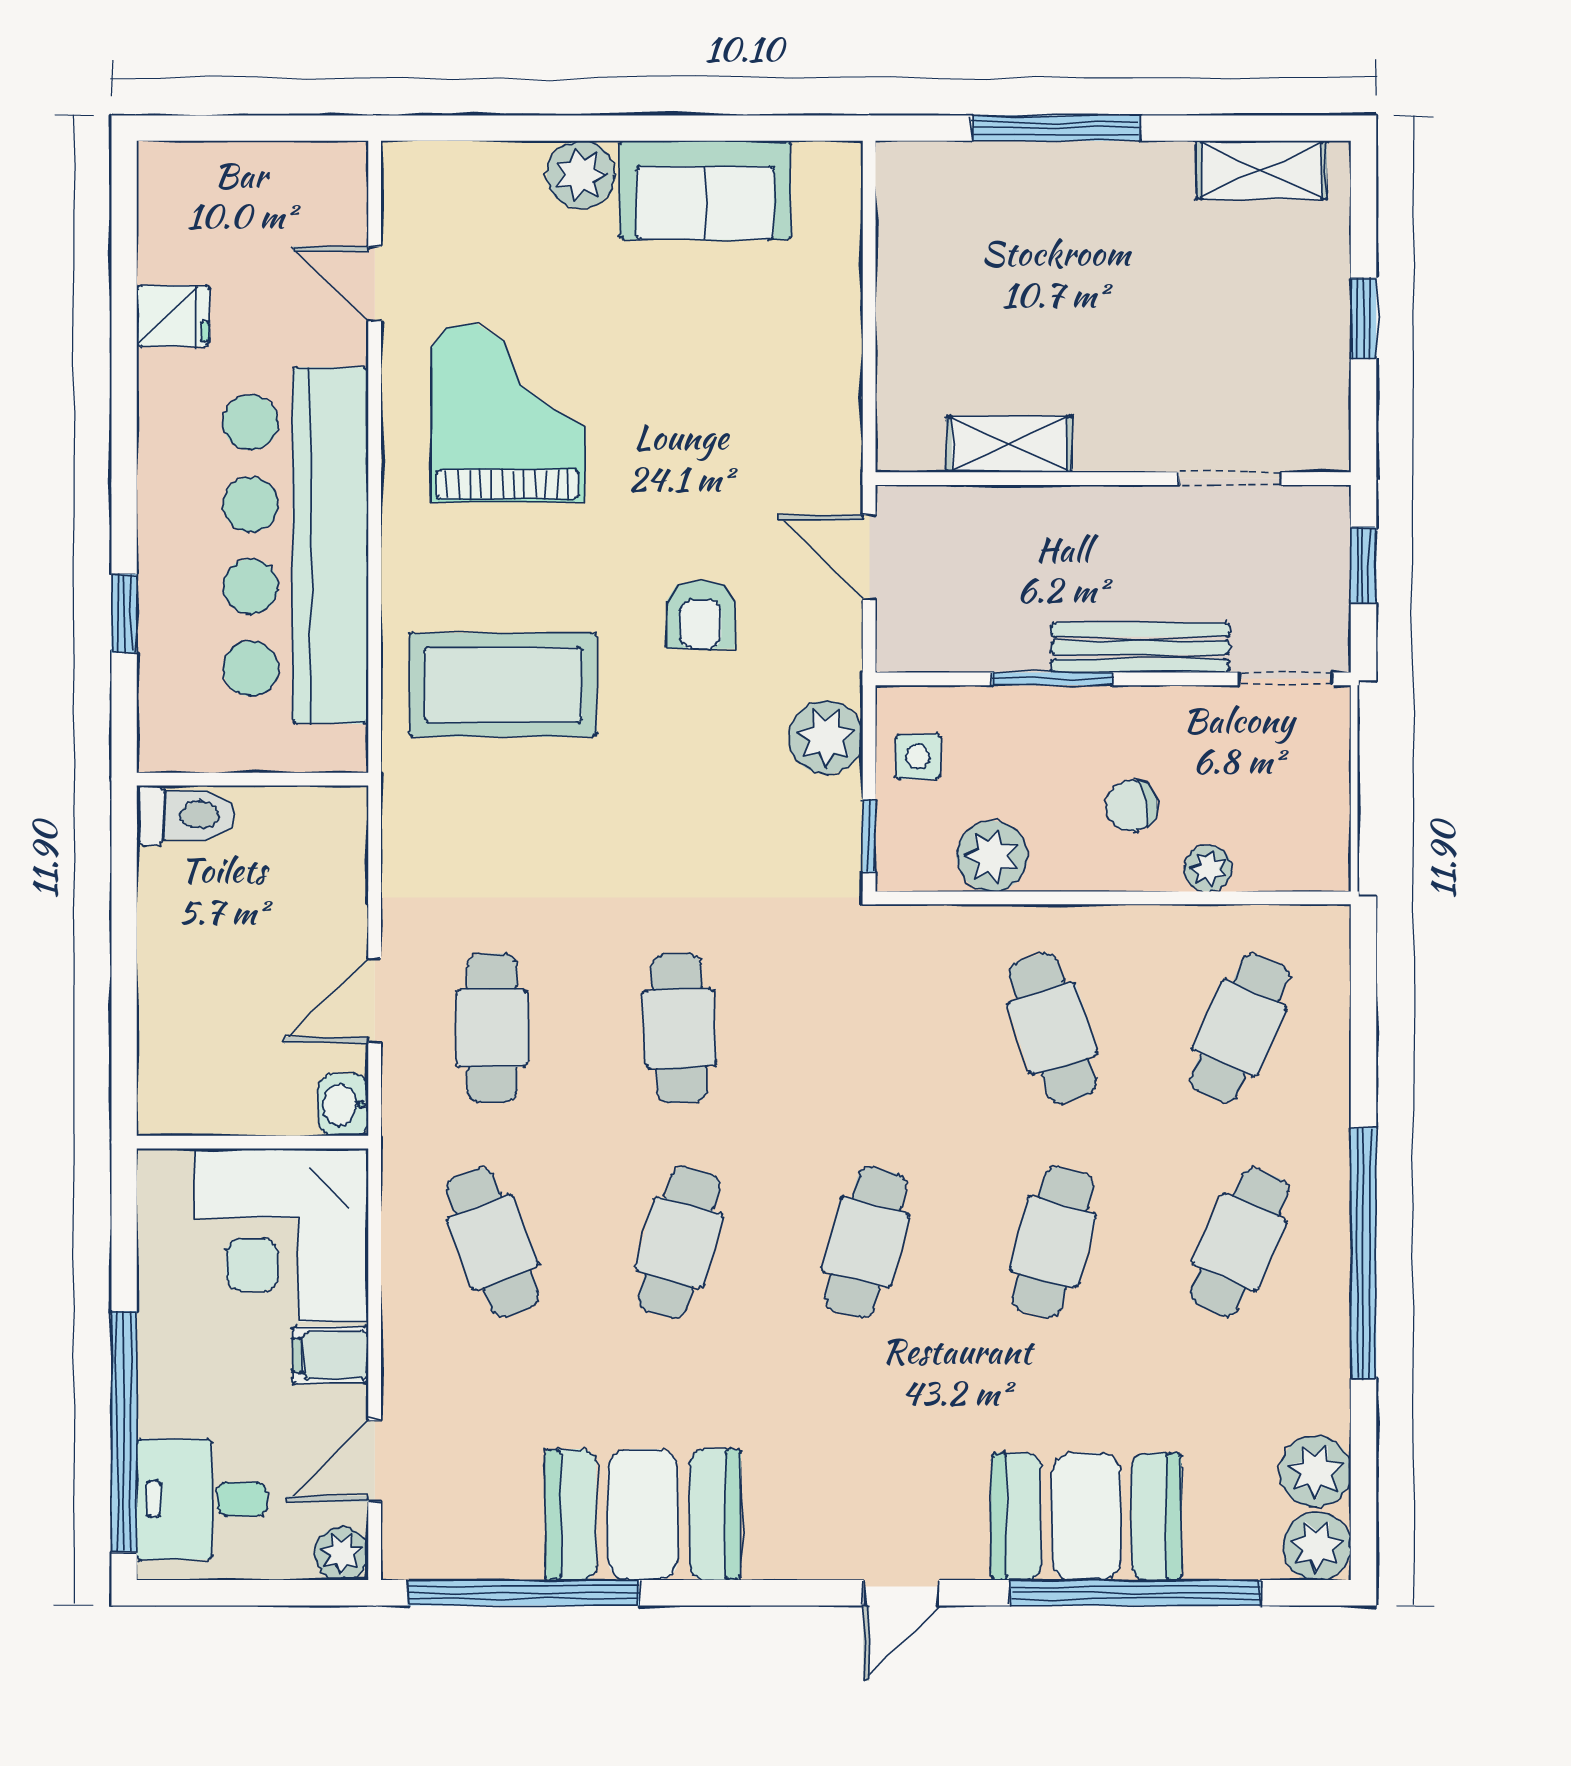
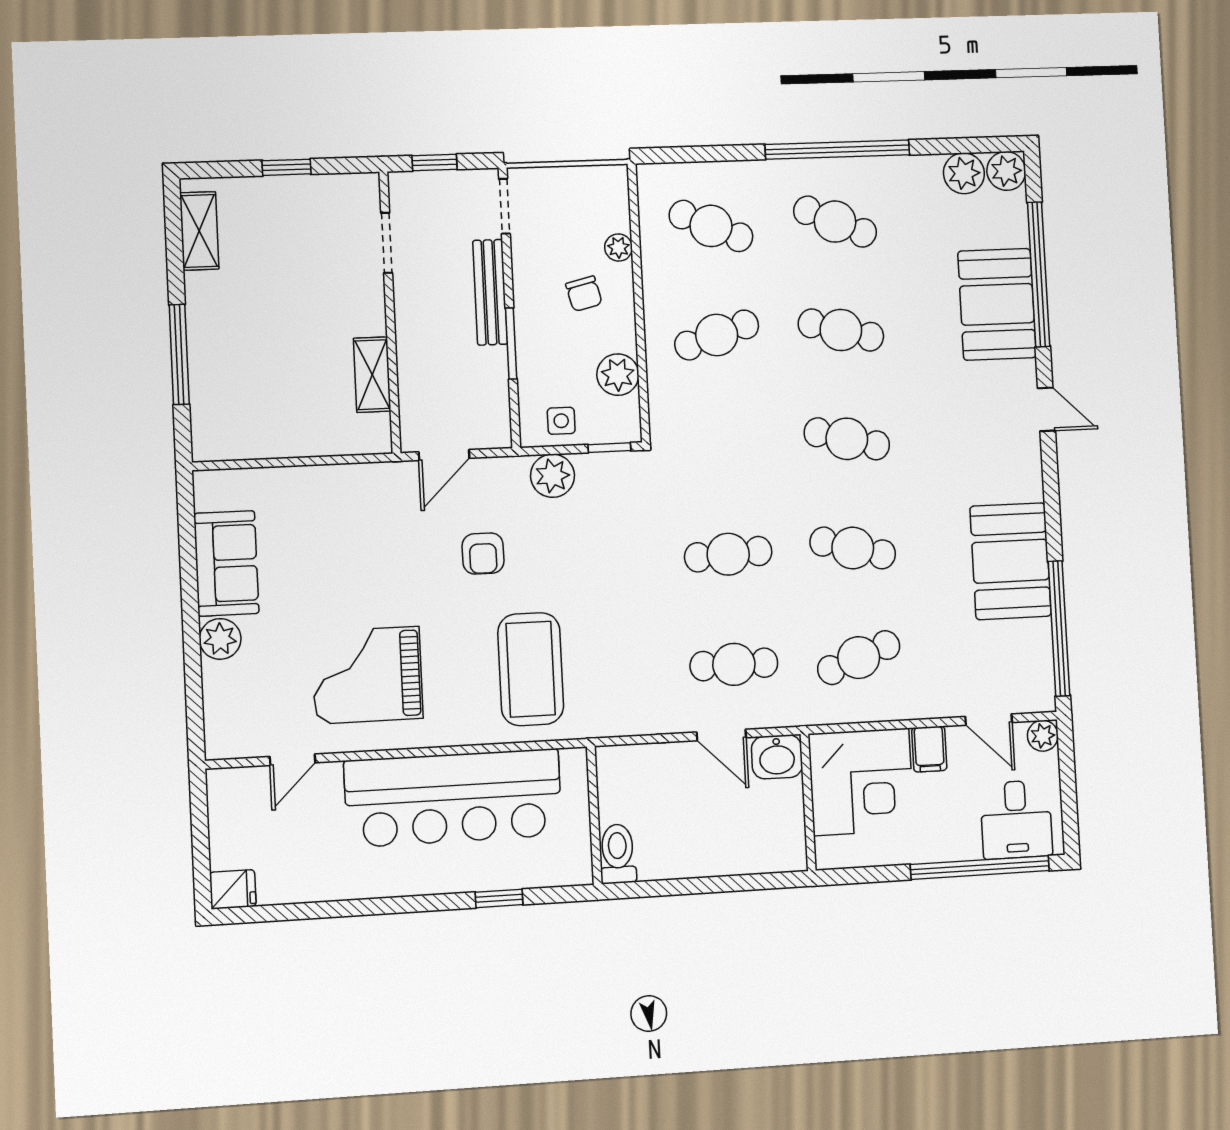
fridge: (173, 316) -> (233, 889), moved, turned 90
armchair: (701, 615) -> (483, 554), turned 90
washbasin: (343, 1105) -> (777, 757), width x1.38, depth x1.45

